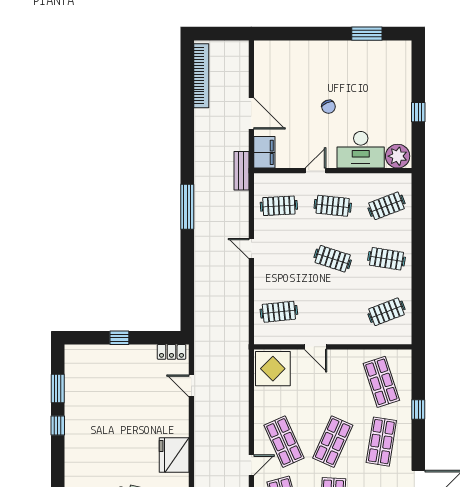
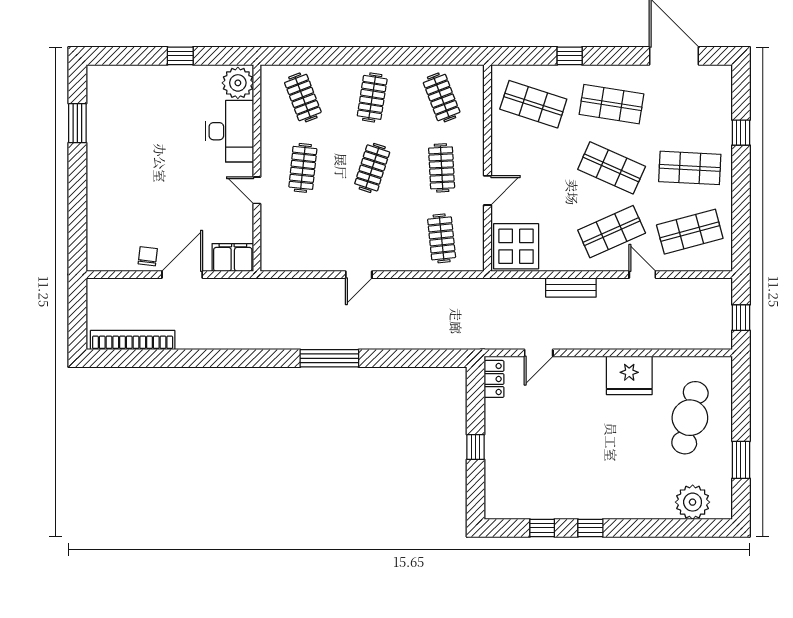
chair: (328, 107) -> (148, 256), moved, turned -60
bench: (241, 171) -> (571, 287), moved
clothes rail: (279, 206) -> (442, 168), moved
window: (187, 207) -> (329, 358), moved
shop shelf: (381, 382) -> (533, 104), turned 36
window: (58, 389) -> (542, 528), width x0.67

